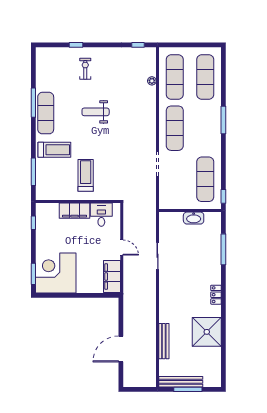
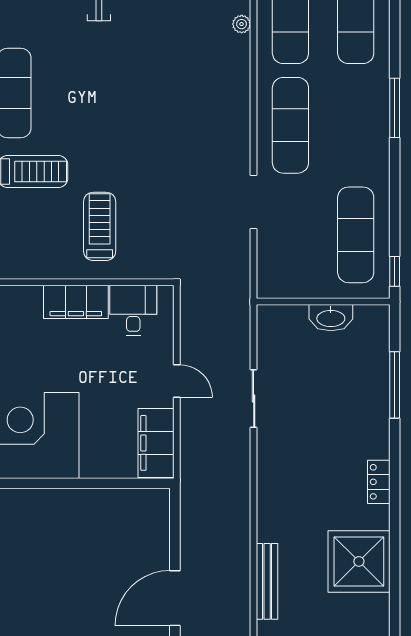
weight bench: (96, 112) -> (121, 90), removed

